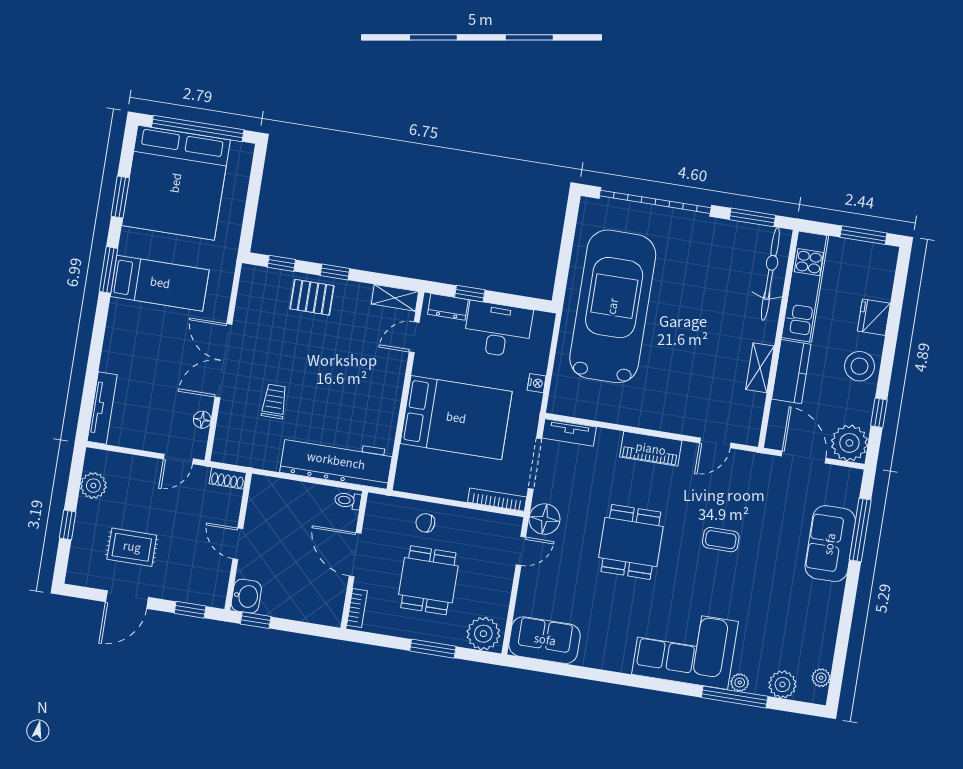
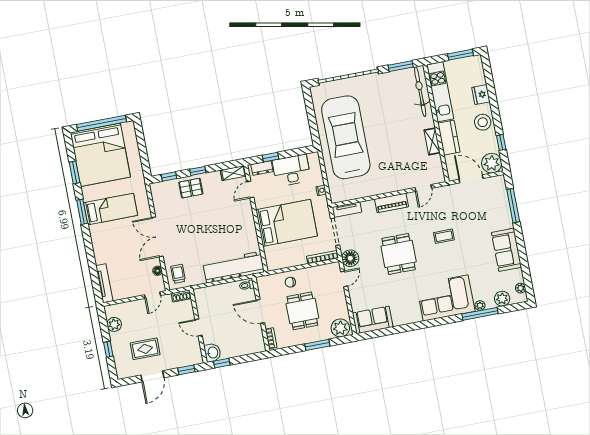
trolley: (274, 401) -> (178, 274), moved
sofa: (830, 544) -> (507, 250), moved

